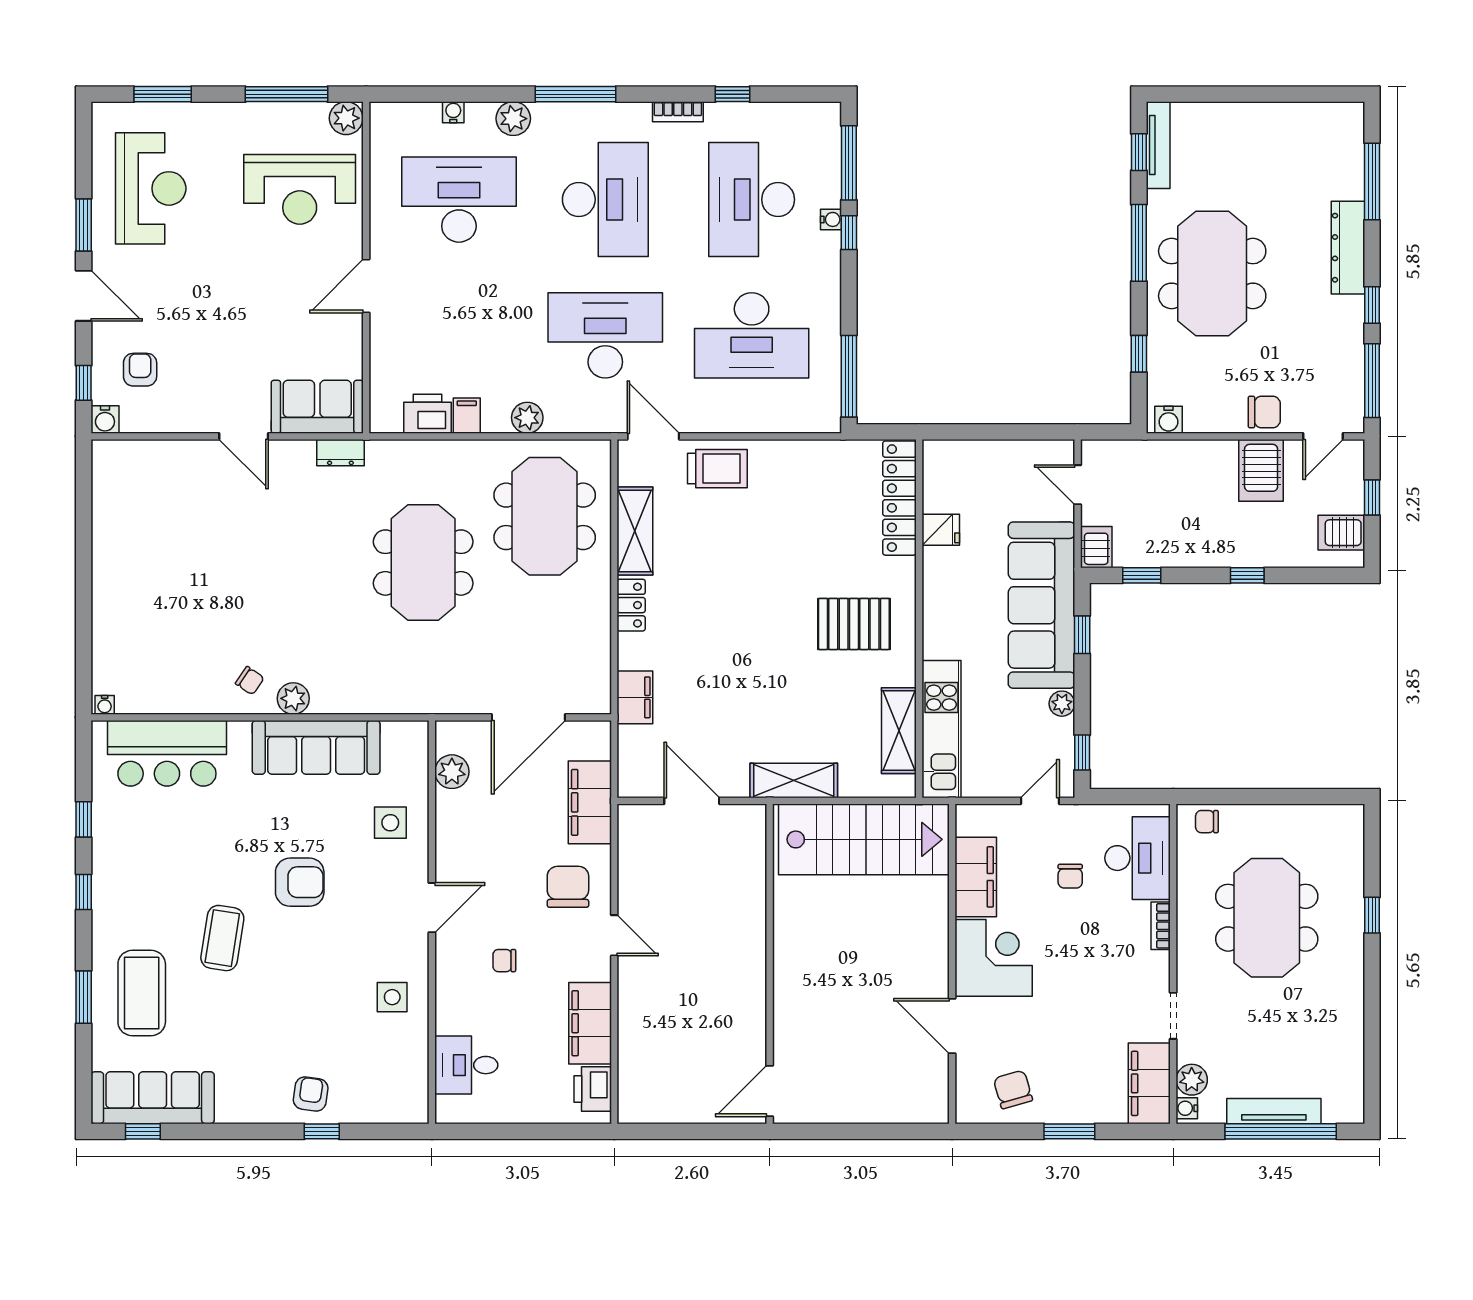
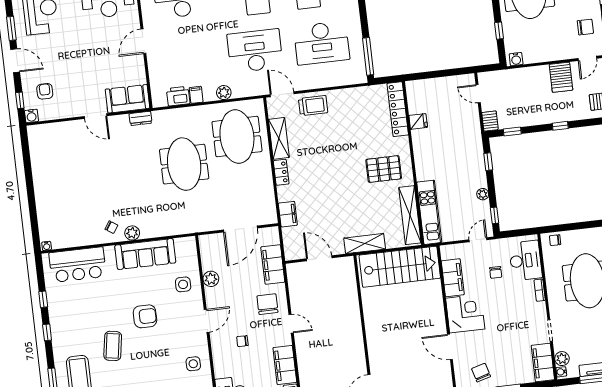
chair: (1264, 412) -> (585, 27), moved
sofa: (1042, 605) -> (468, 150), removed
shelving: (899, 731) -> (410, 215), width x1.47
plant: (452, 772) -> (211, 279), moved

